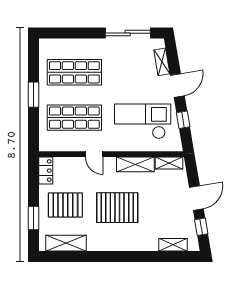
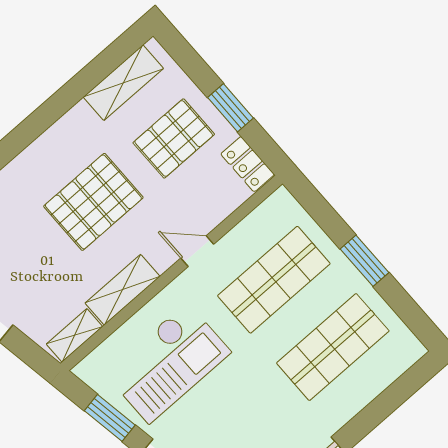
window: (183, 120) -> (110, 418), width x1.50
window: (34, 218) -> (231, 108), moved

